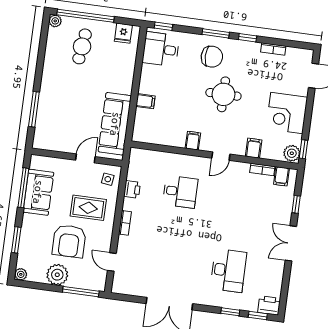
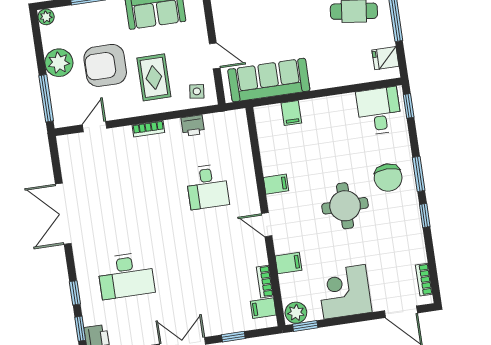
bookcase: (273, 49) -> (424, 280), moved
filing cabinet: (145, 101) -> (291, 113), moved

